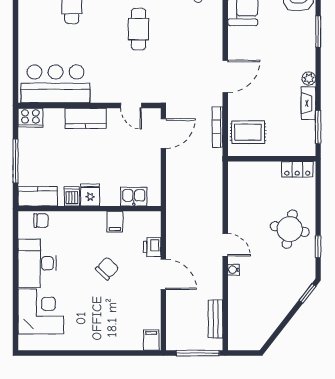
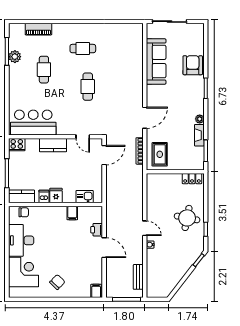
rug: (248, 132) -> (160, 154), turned 90
chair: (107, 268) -> (57, 282), moved

